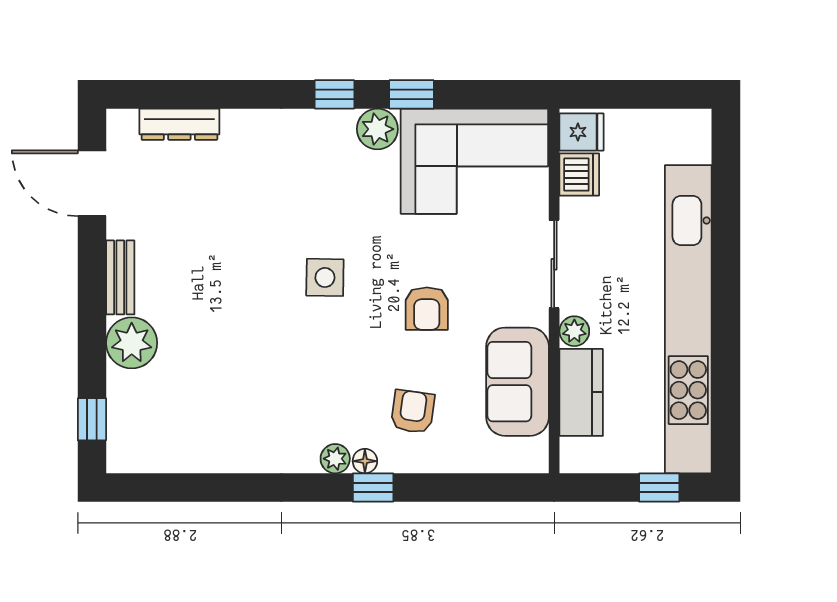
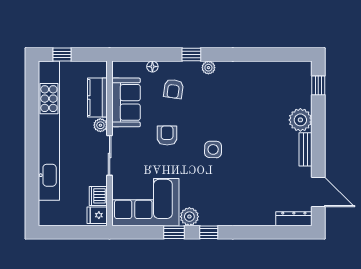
dresser: (179, 124) -> (294, 219), moved
floor lamp: (365, 461) -> (152, 67), moved

